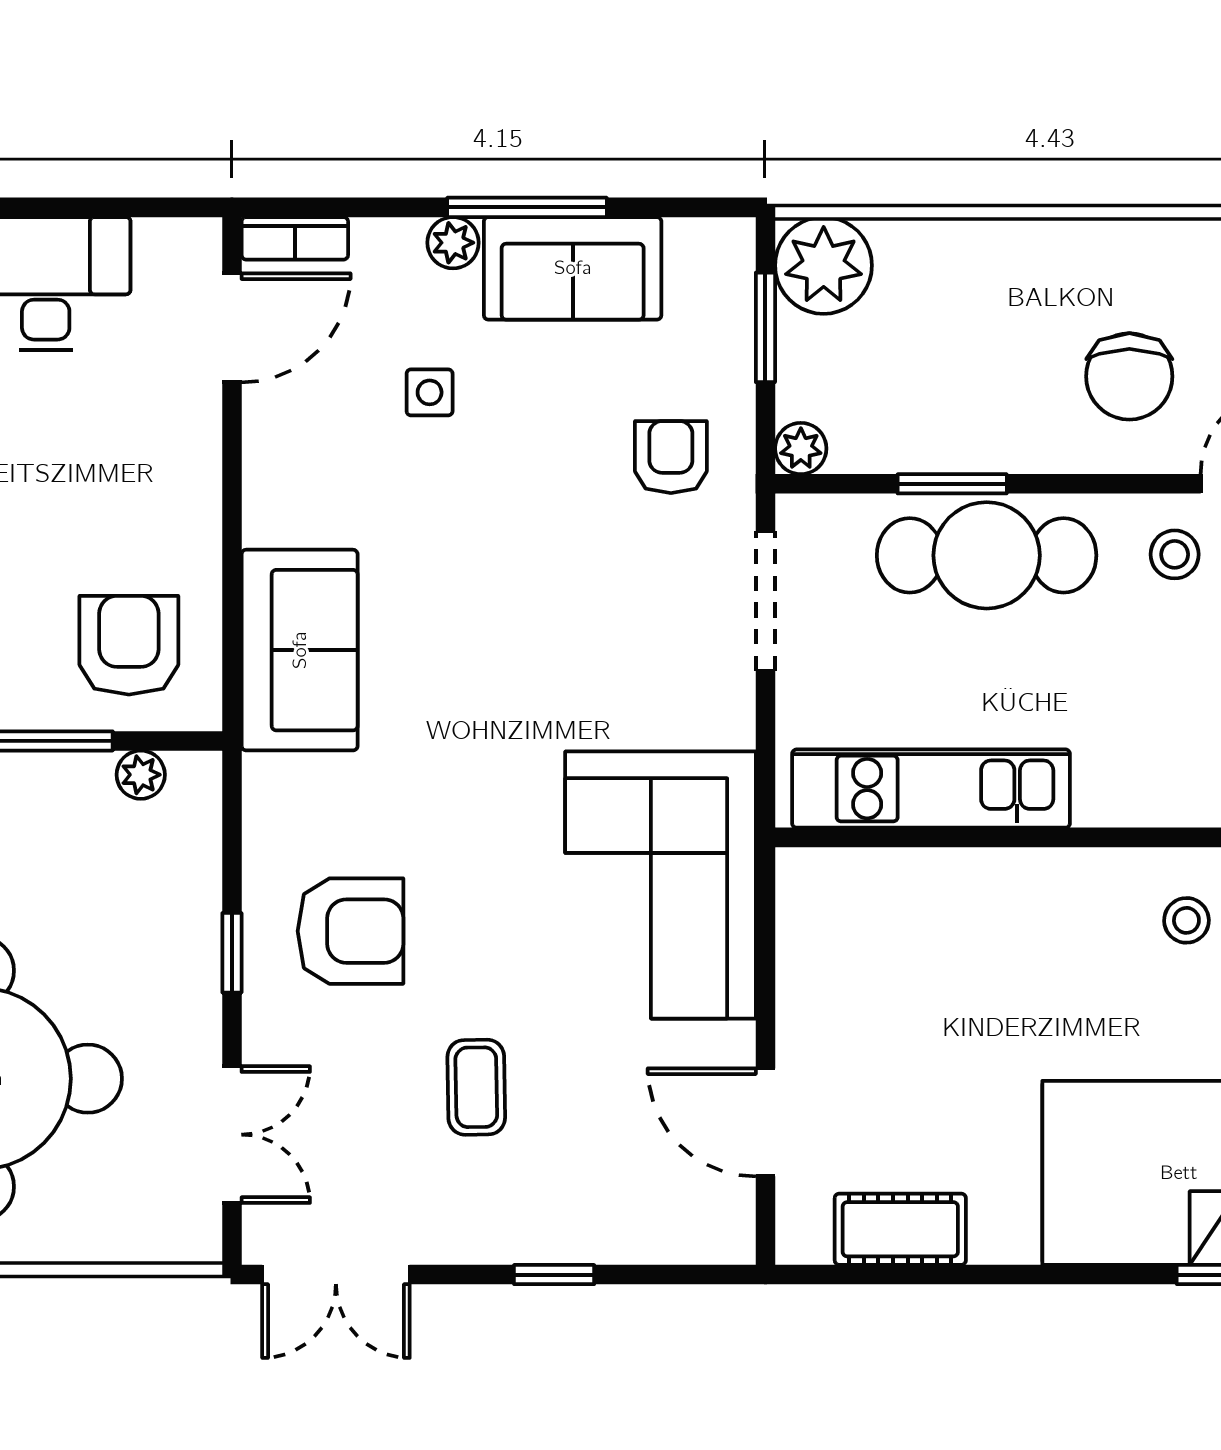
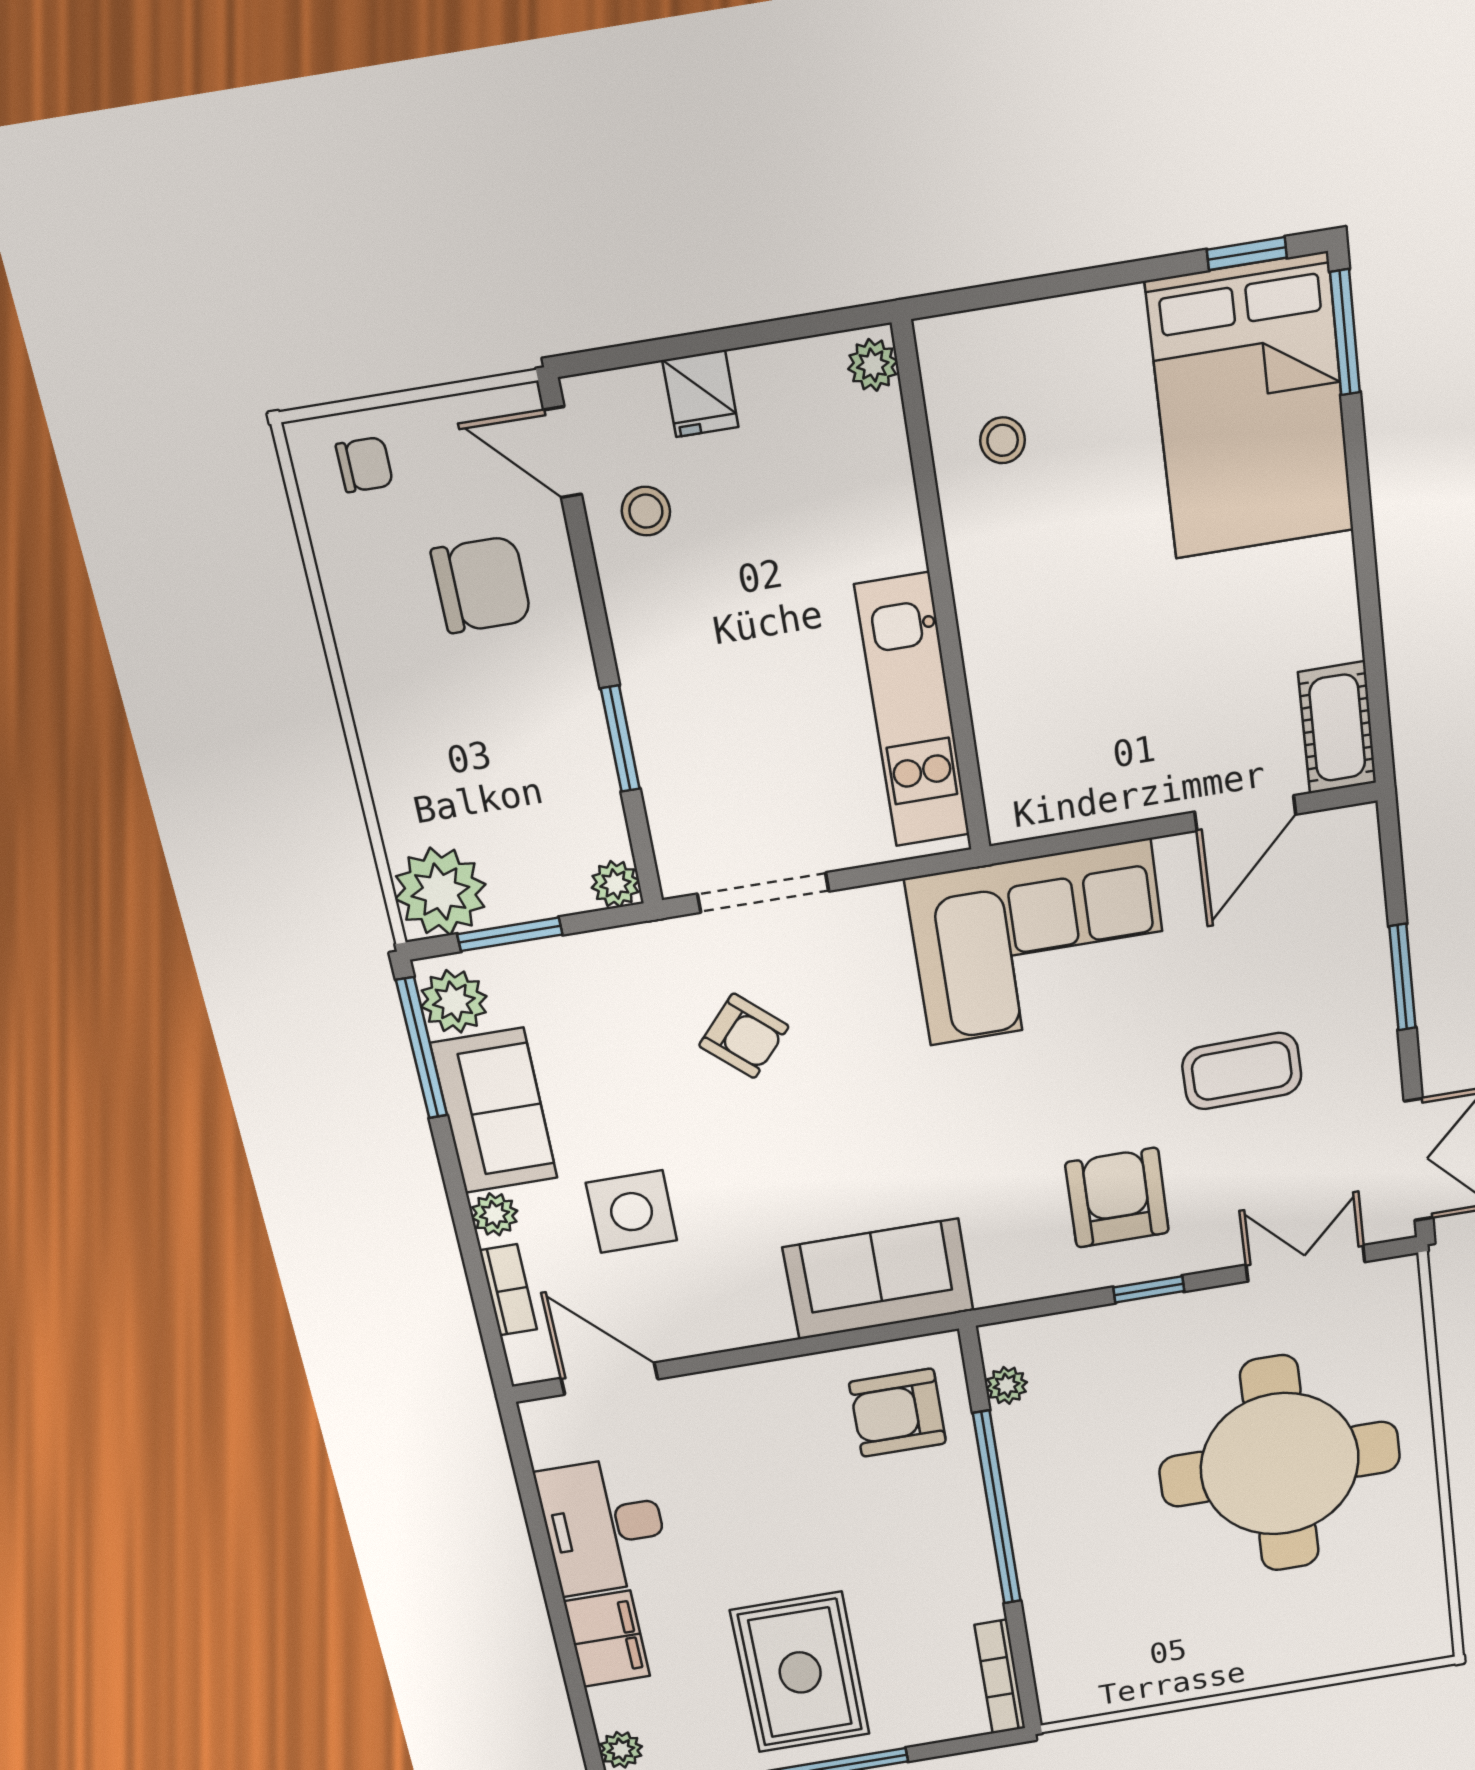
window: (527, 207) -> (422, 1048), moved
bookcase: (295, 238) -> (508, 1290), moved
plant: (702, 253) -> (454, 1001), added
side table: (430, 392) -> (632, 1212), width x1.87, depth x1.87
armchair: (671, 457) -> (744, 1036), moved, turned -138
cafe table: (987, 555) -> (682, 695), removed
coffee table: (476, 1087) -> (1242, 1071), width x1.36, depth x1.30
cot: (900, 1229) -> (1337, 728), moved
window: (554, 1275) -> (1402, 977), width x1.50

